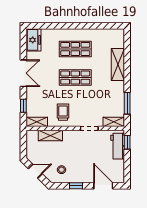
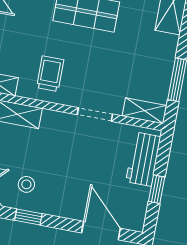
window: (127, 142) -> (157, 189), moved
window: (76, 186) -> (28, 217), moved

